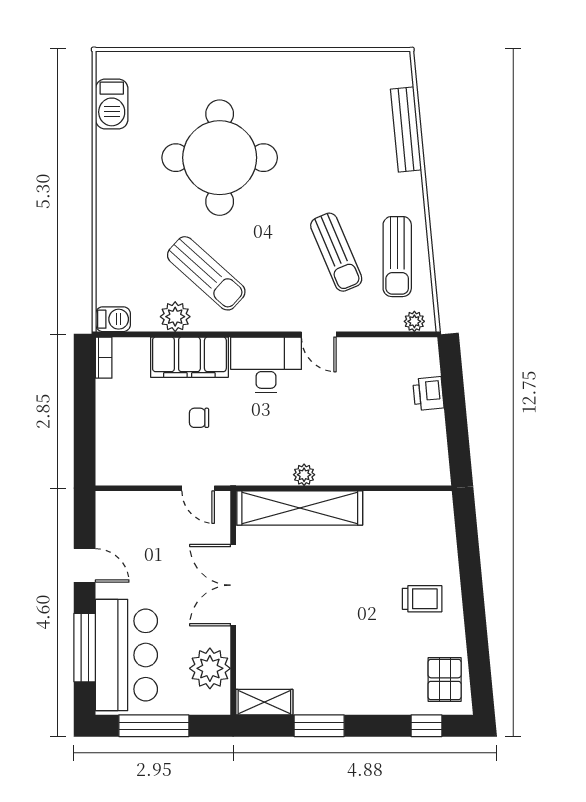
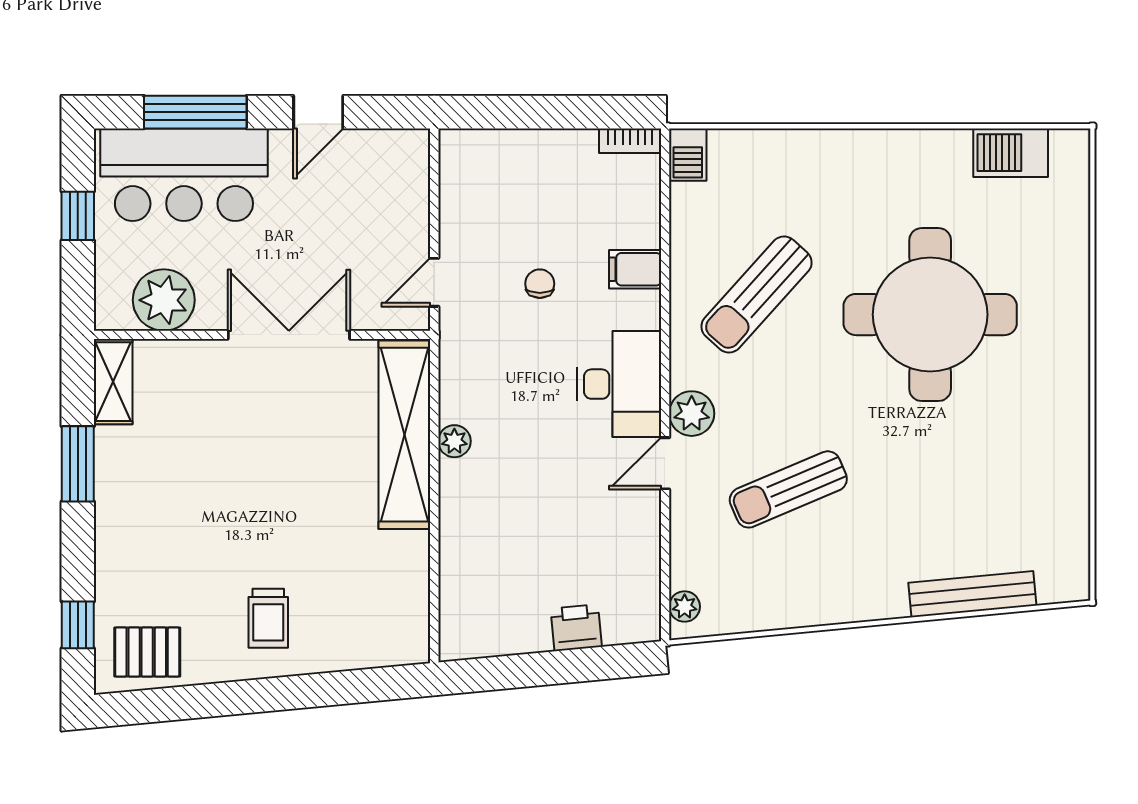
sun lounger: (397, 257) -> (782, 581), removed
plant: (175, 317) -> (692, 414), moved
filing cabinet: (189, 357) -> (635, 269), width x0.33, depth x0.86
window: (154, 726) -> (78, 216), width x0.46

